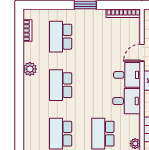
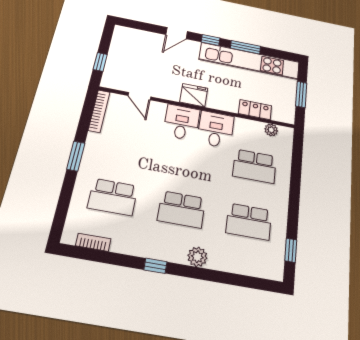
door: (142, 53) -> (139, 96), moved
plant: (30, 69) -> (197, 257), moved
window: (19, 74) -> (155, 266), added

